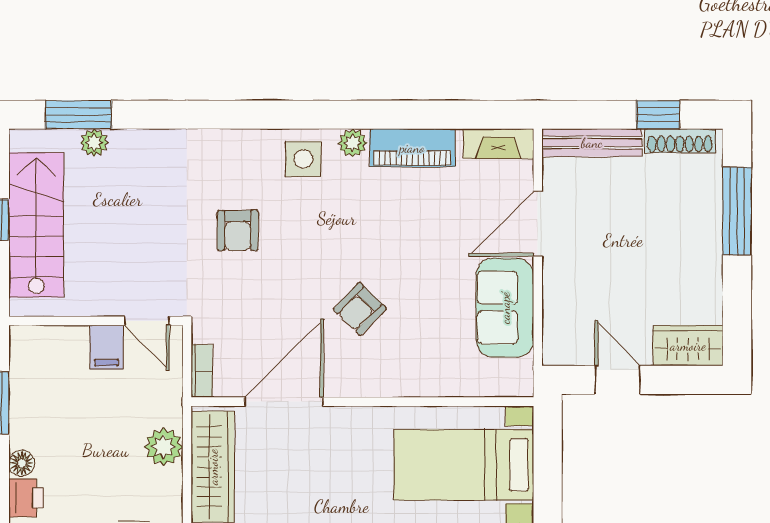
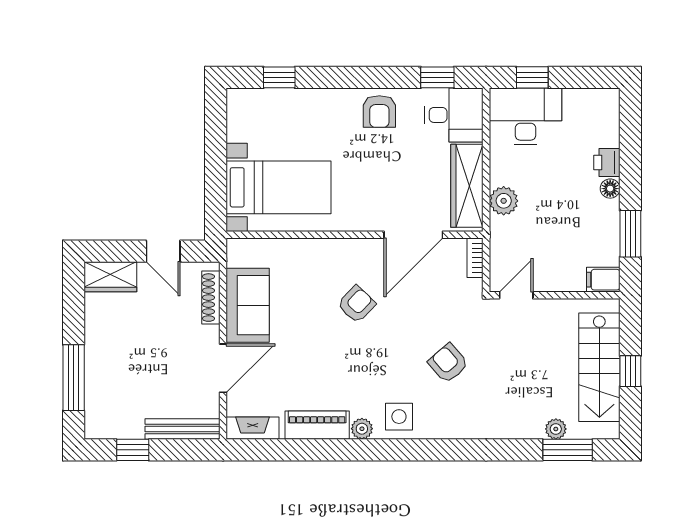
shoe rack: (680, 141) -> (211, 298), moved, turned -90
armchair: (238, 230) -> (448, 363), turned -41
door: (147, 321) -> (516, 295), hinge flipped
filing cabinet: (107, 347) -> (603, 280), moved, turned -90

